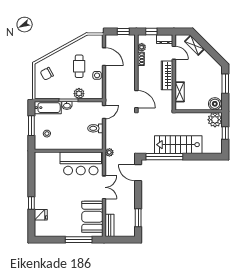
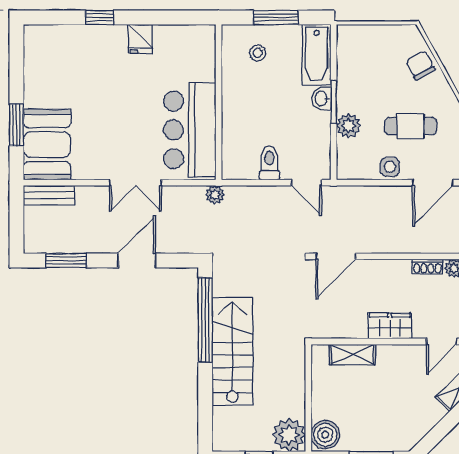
chair: (47, 74) -> (420, 65), moved
wardrobe: (167, 75) -> (390, 326), width x0.67
door: (138, 173) -> (137, 260), moved
fridge: (41, 215) -> (140, 39), moved
booth: (92, 217) -> (47, 145), moved, turned 90
window: (79, 240) -> (16, 125), width x0.69

